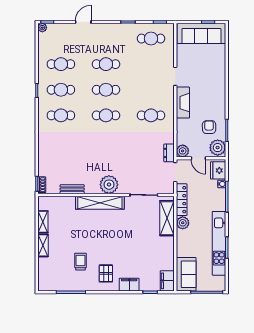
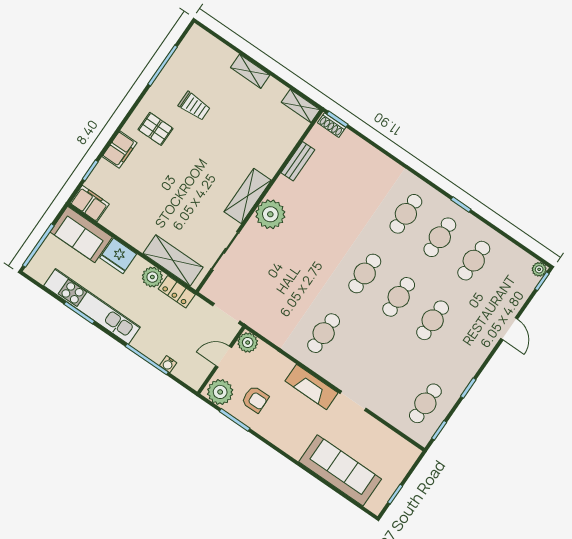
sofa: (201, 33) -> (340, 470), moved, turned 90
dresser: (169, 153) -> (257, 323), removed
fridge: (218, 170) -> (118, 256), moved, turned 180
locker: (182, 200) -> (177, 292), width x0.66
shelving: (100, 203) -> (248, 196), width x0.68
shelving: (43, 222) -> (301, 106), moved

